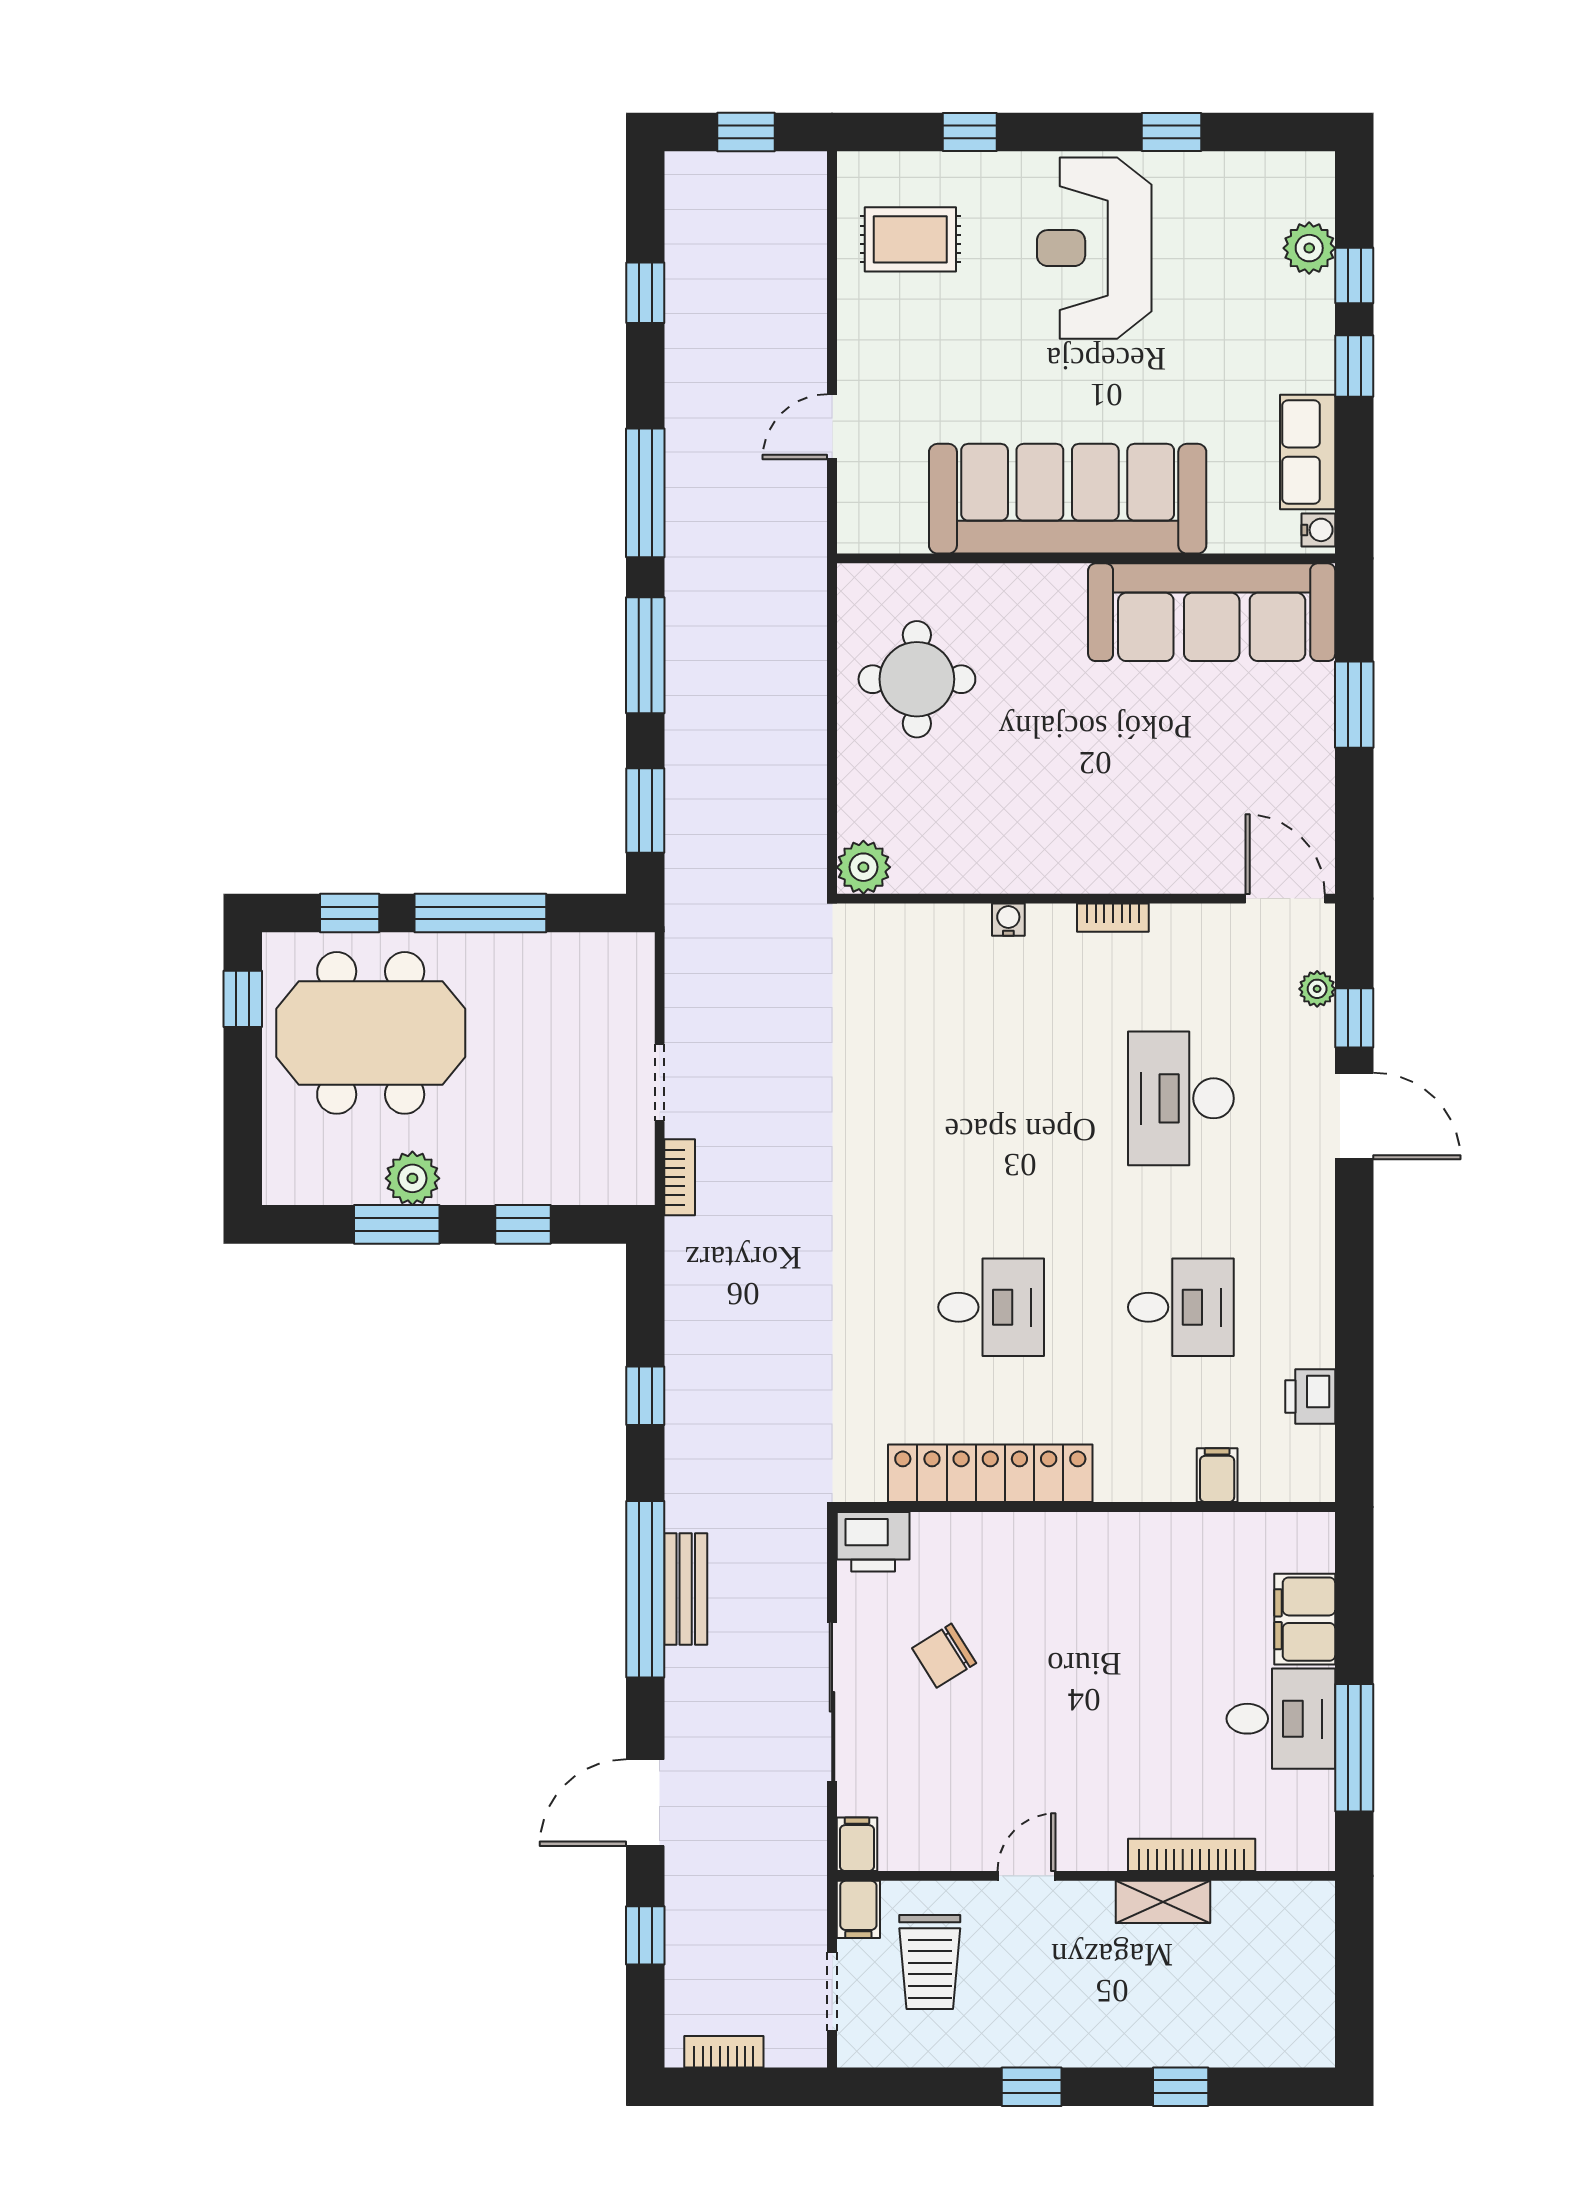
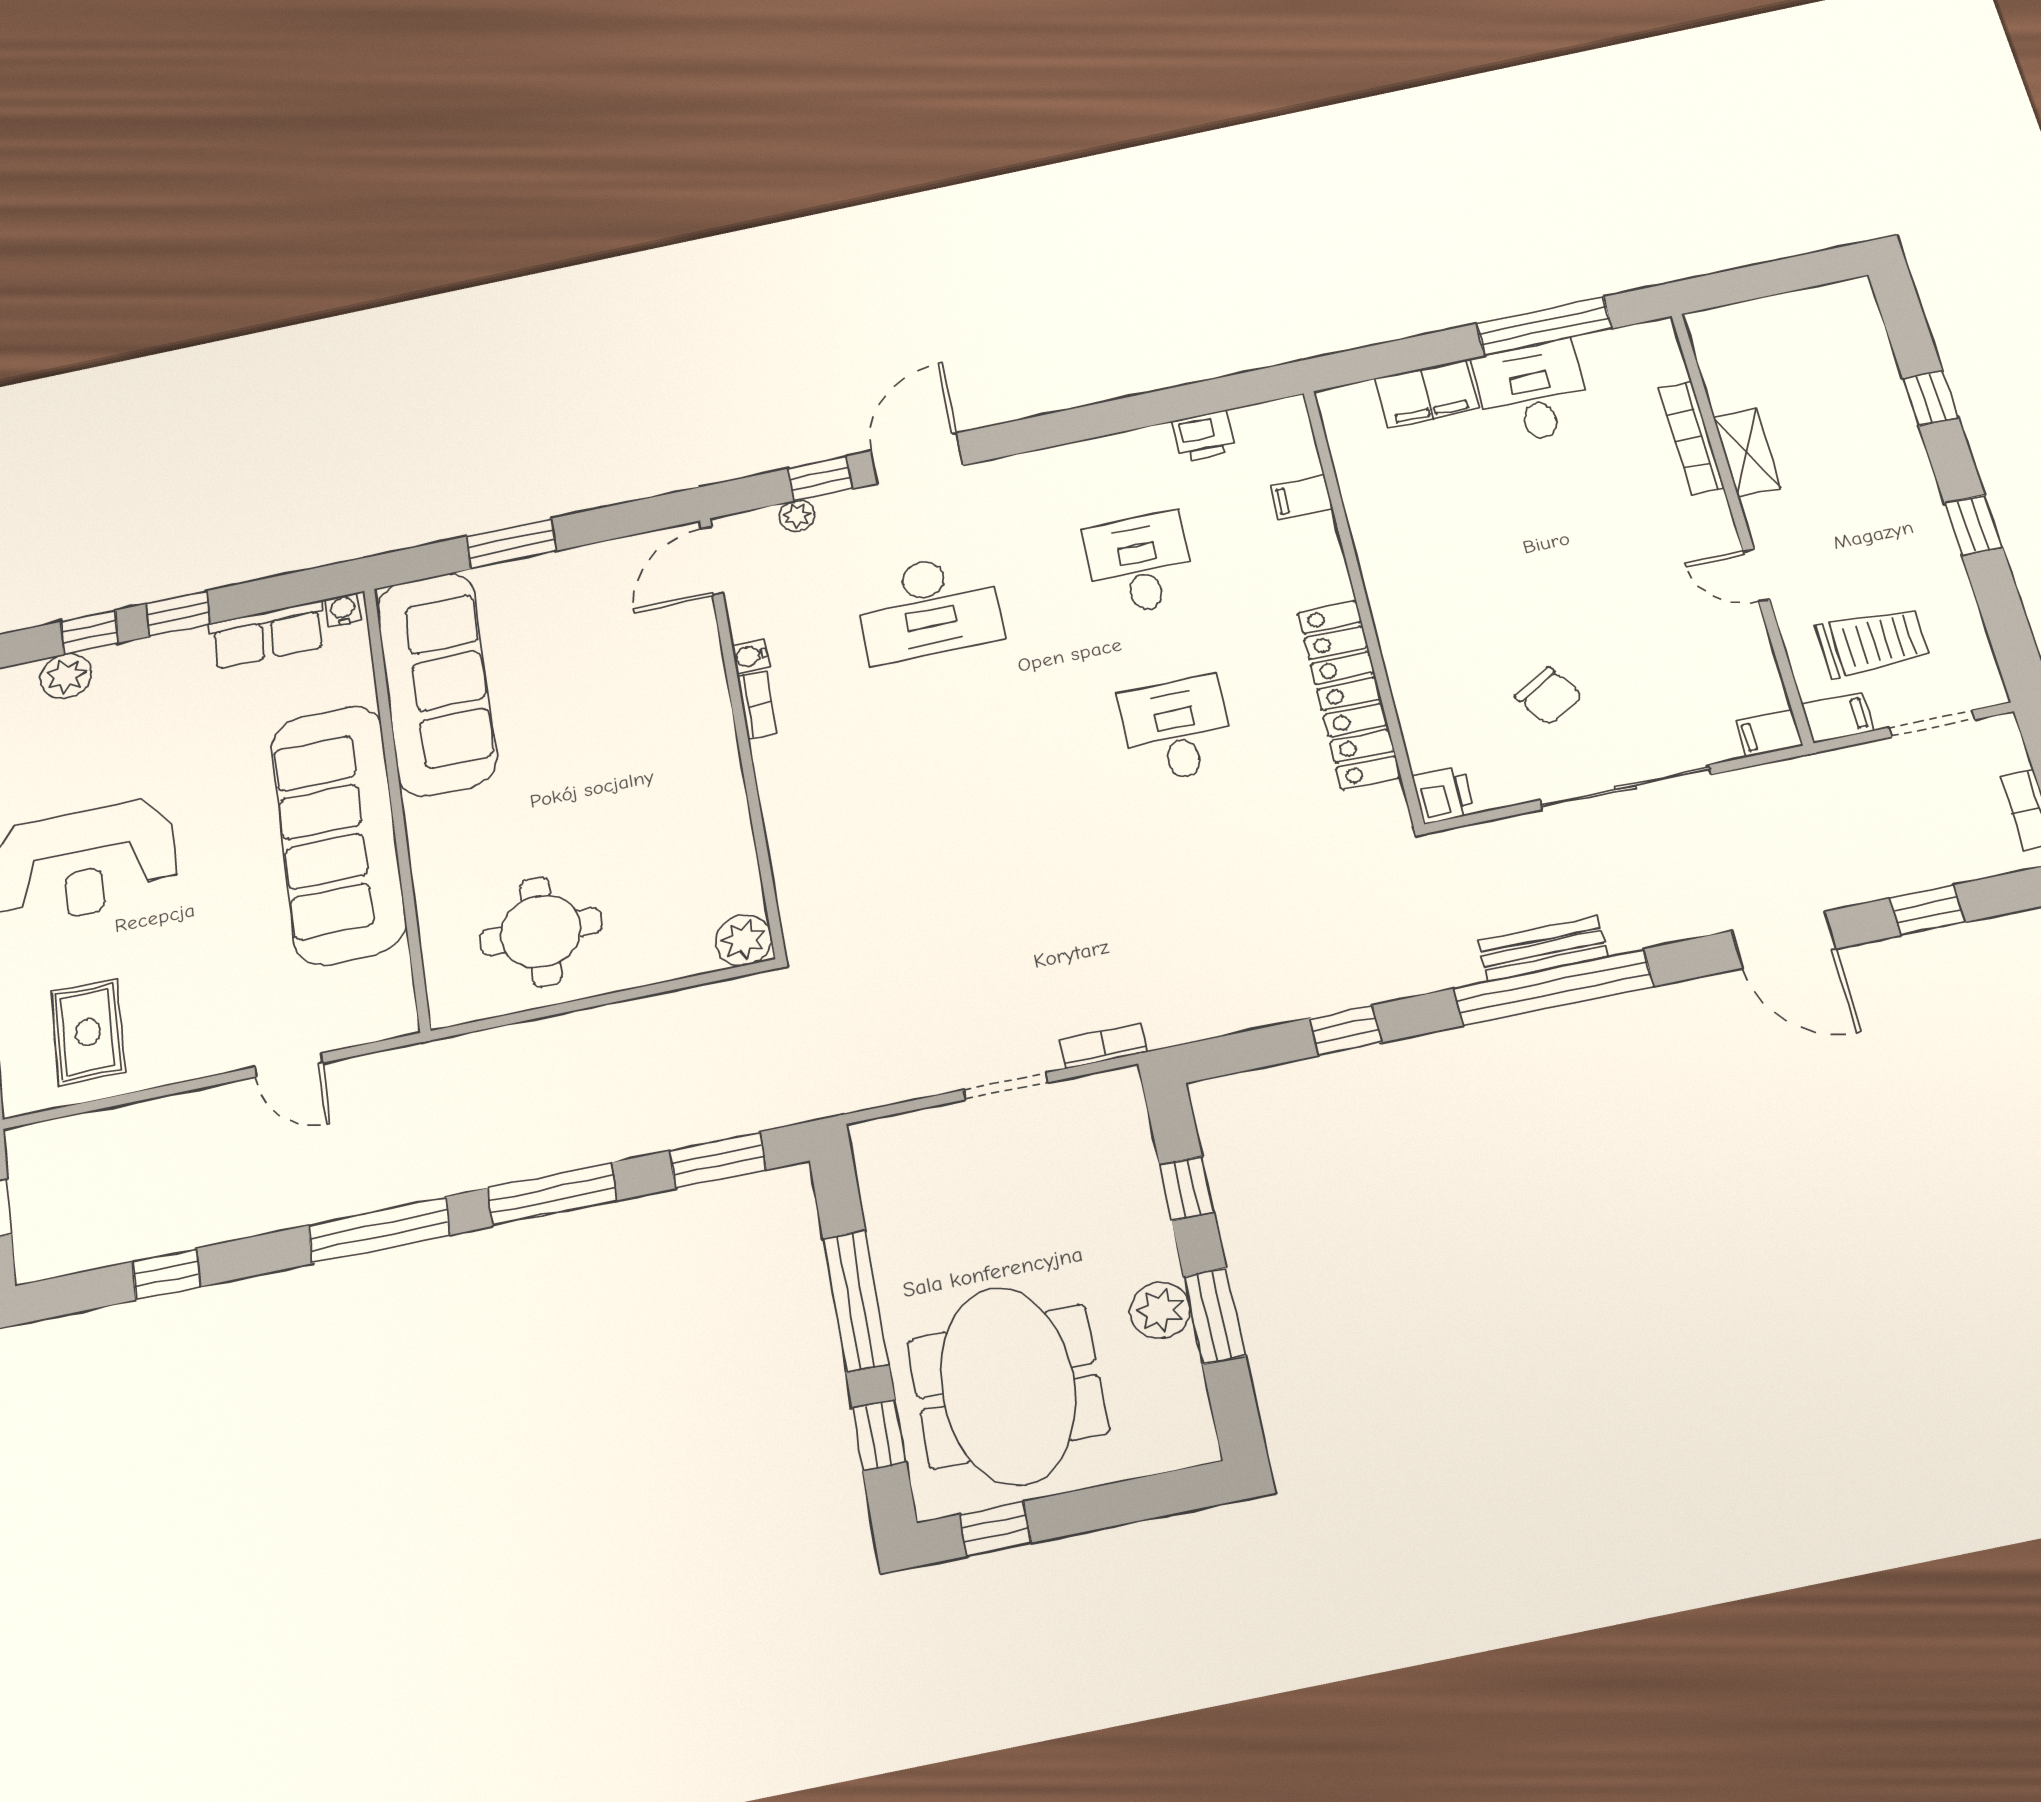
water cooler: (1008, 920) -> (750, 656), moved
printer: (873, 1542) -> (1443, 795), width x0.73, depth x0.81

